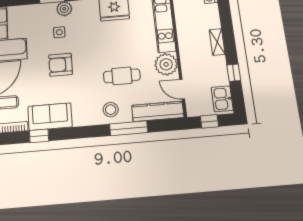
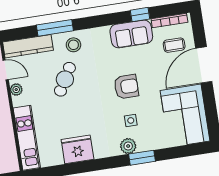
plant: (166, 64) -> (16, 90), width x0.53, depth x0.53
cafe table: (122, 76) -> (65, 79), turned -60

